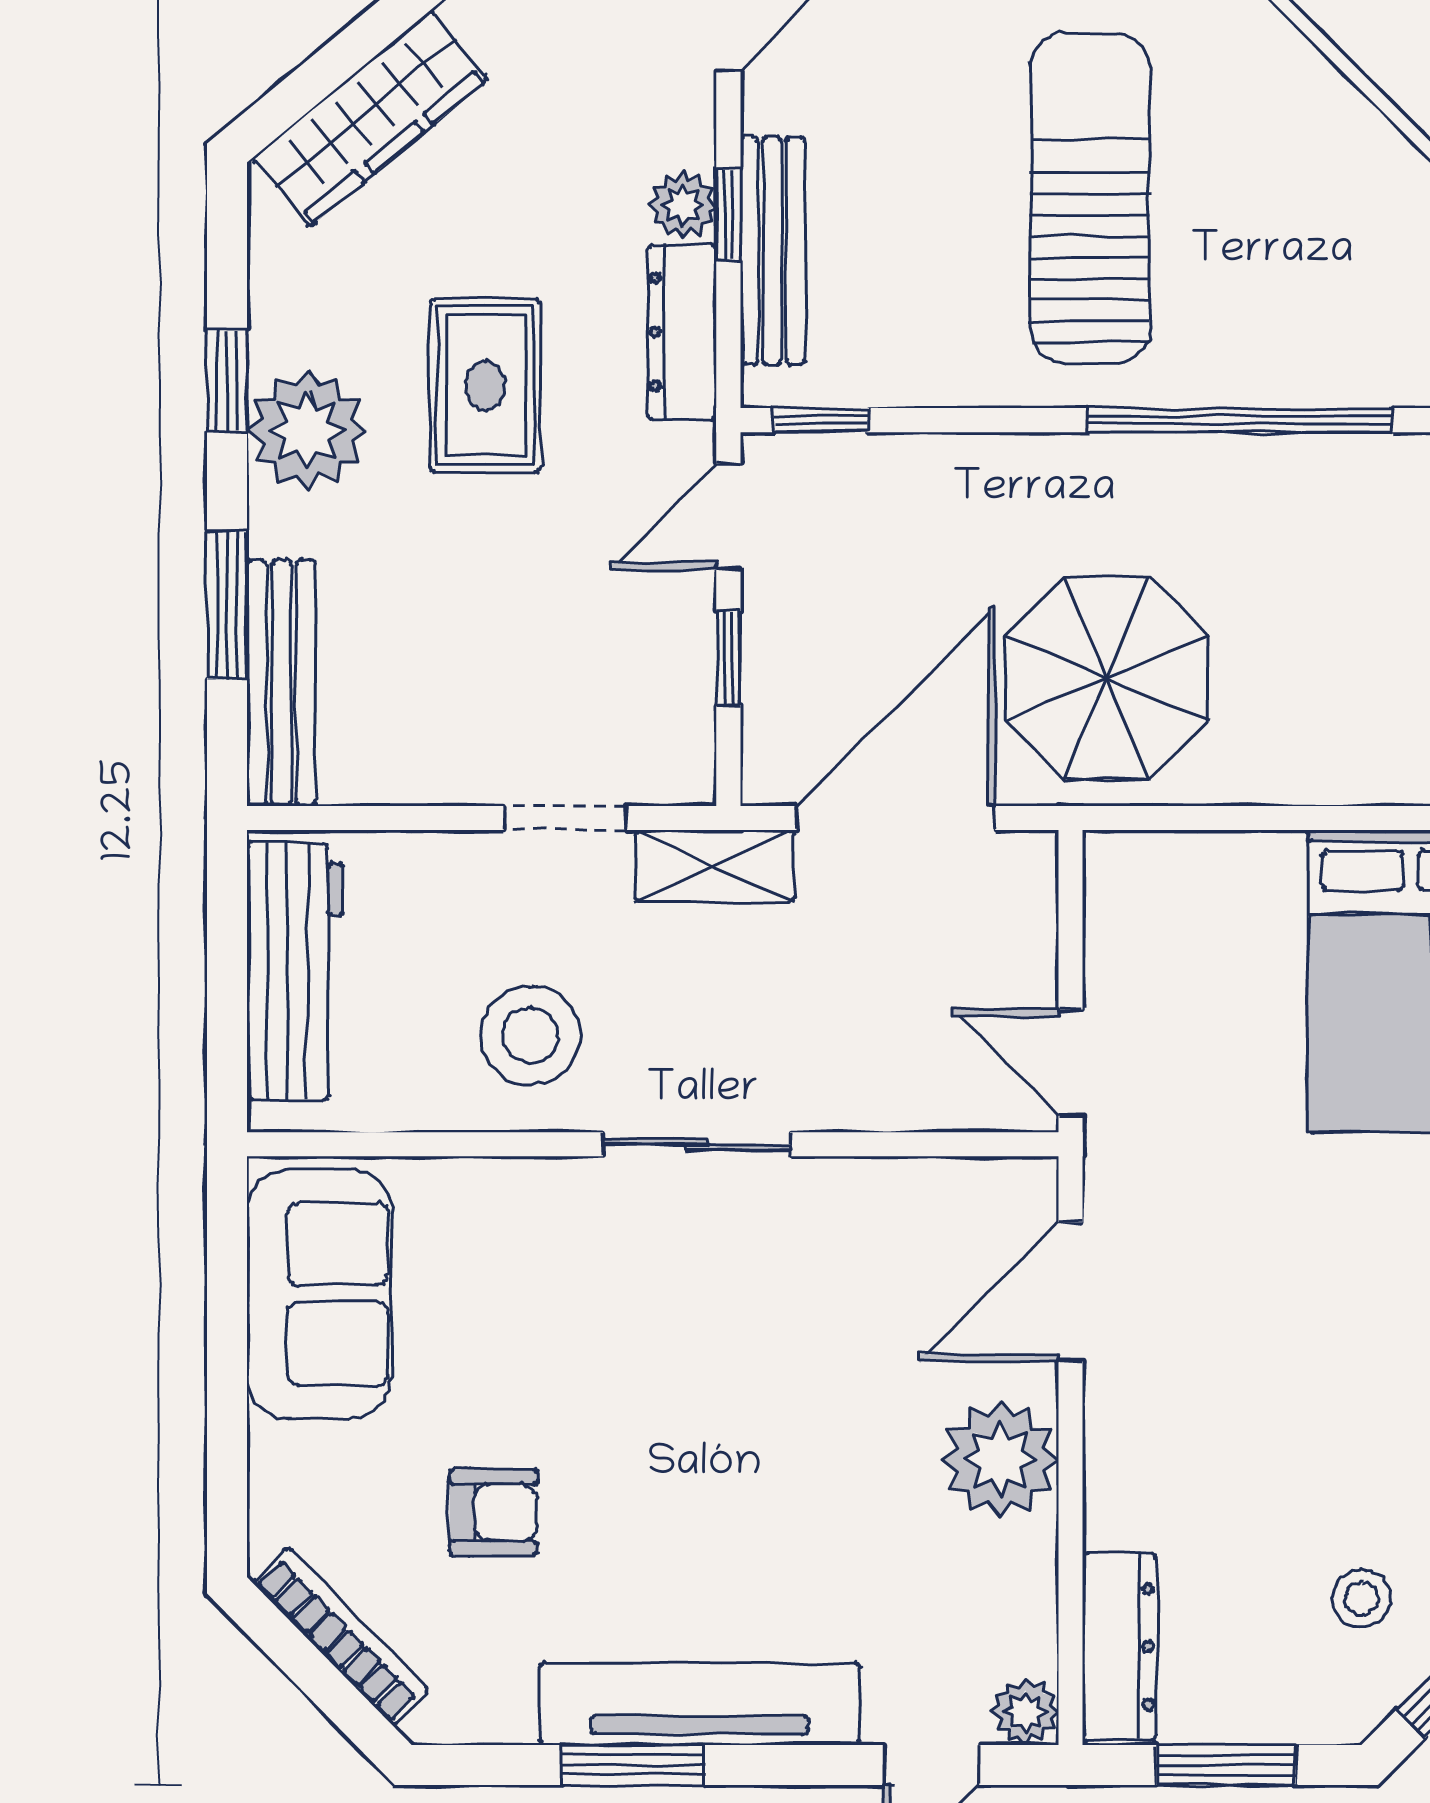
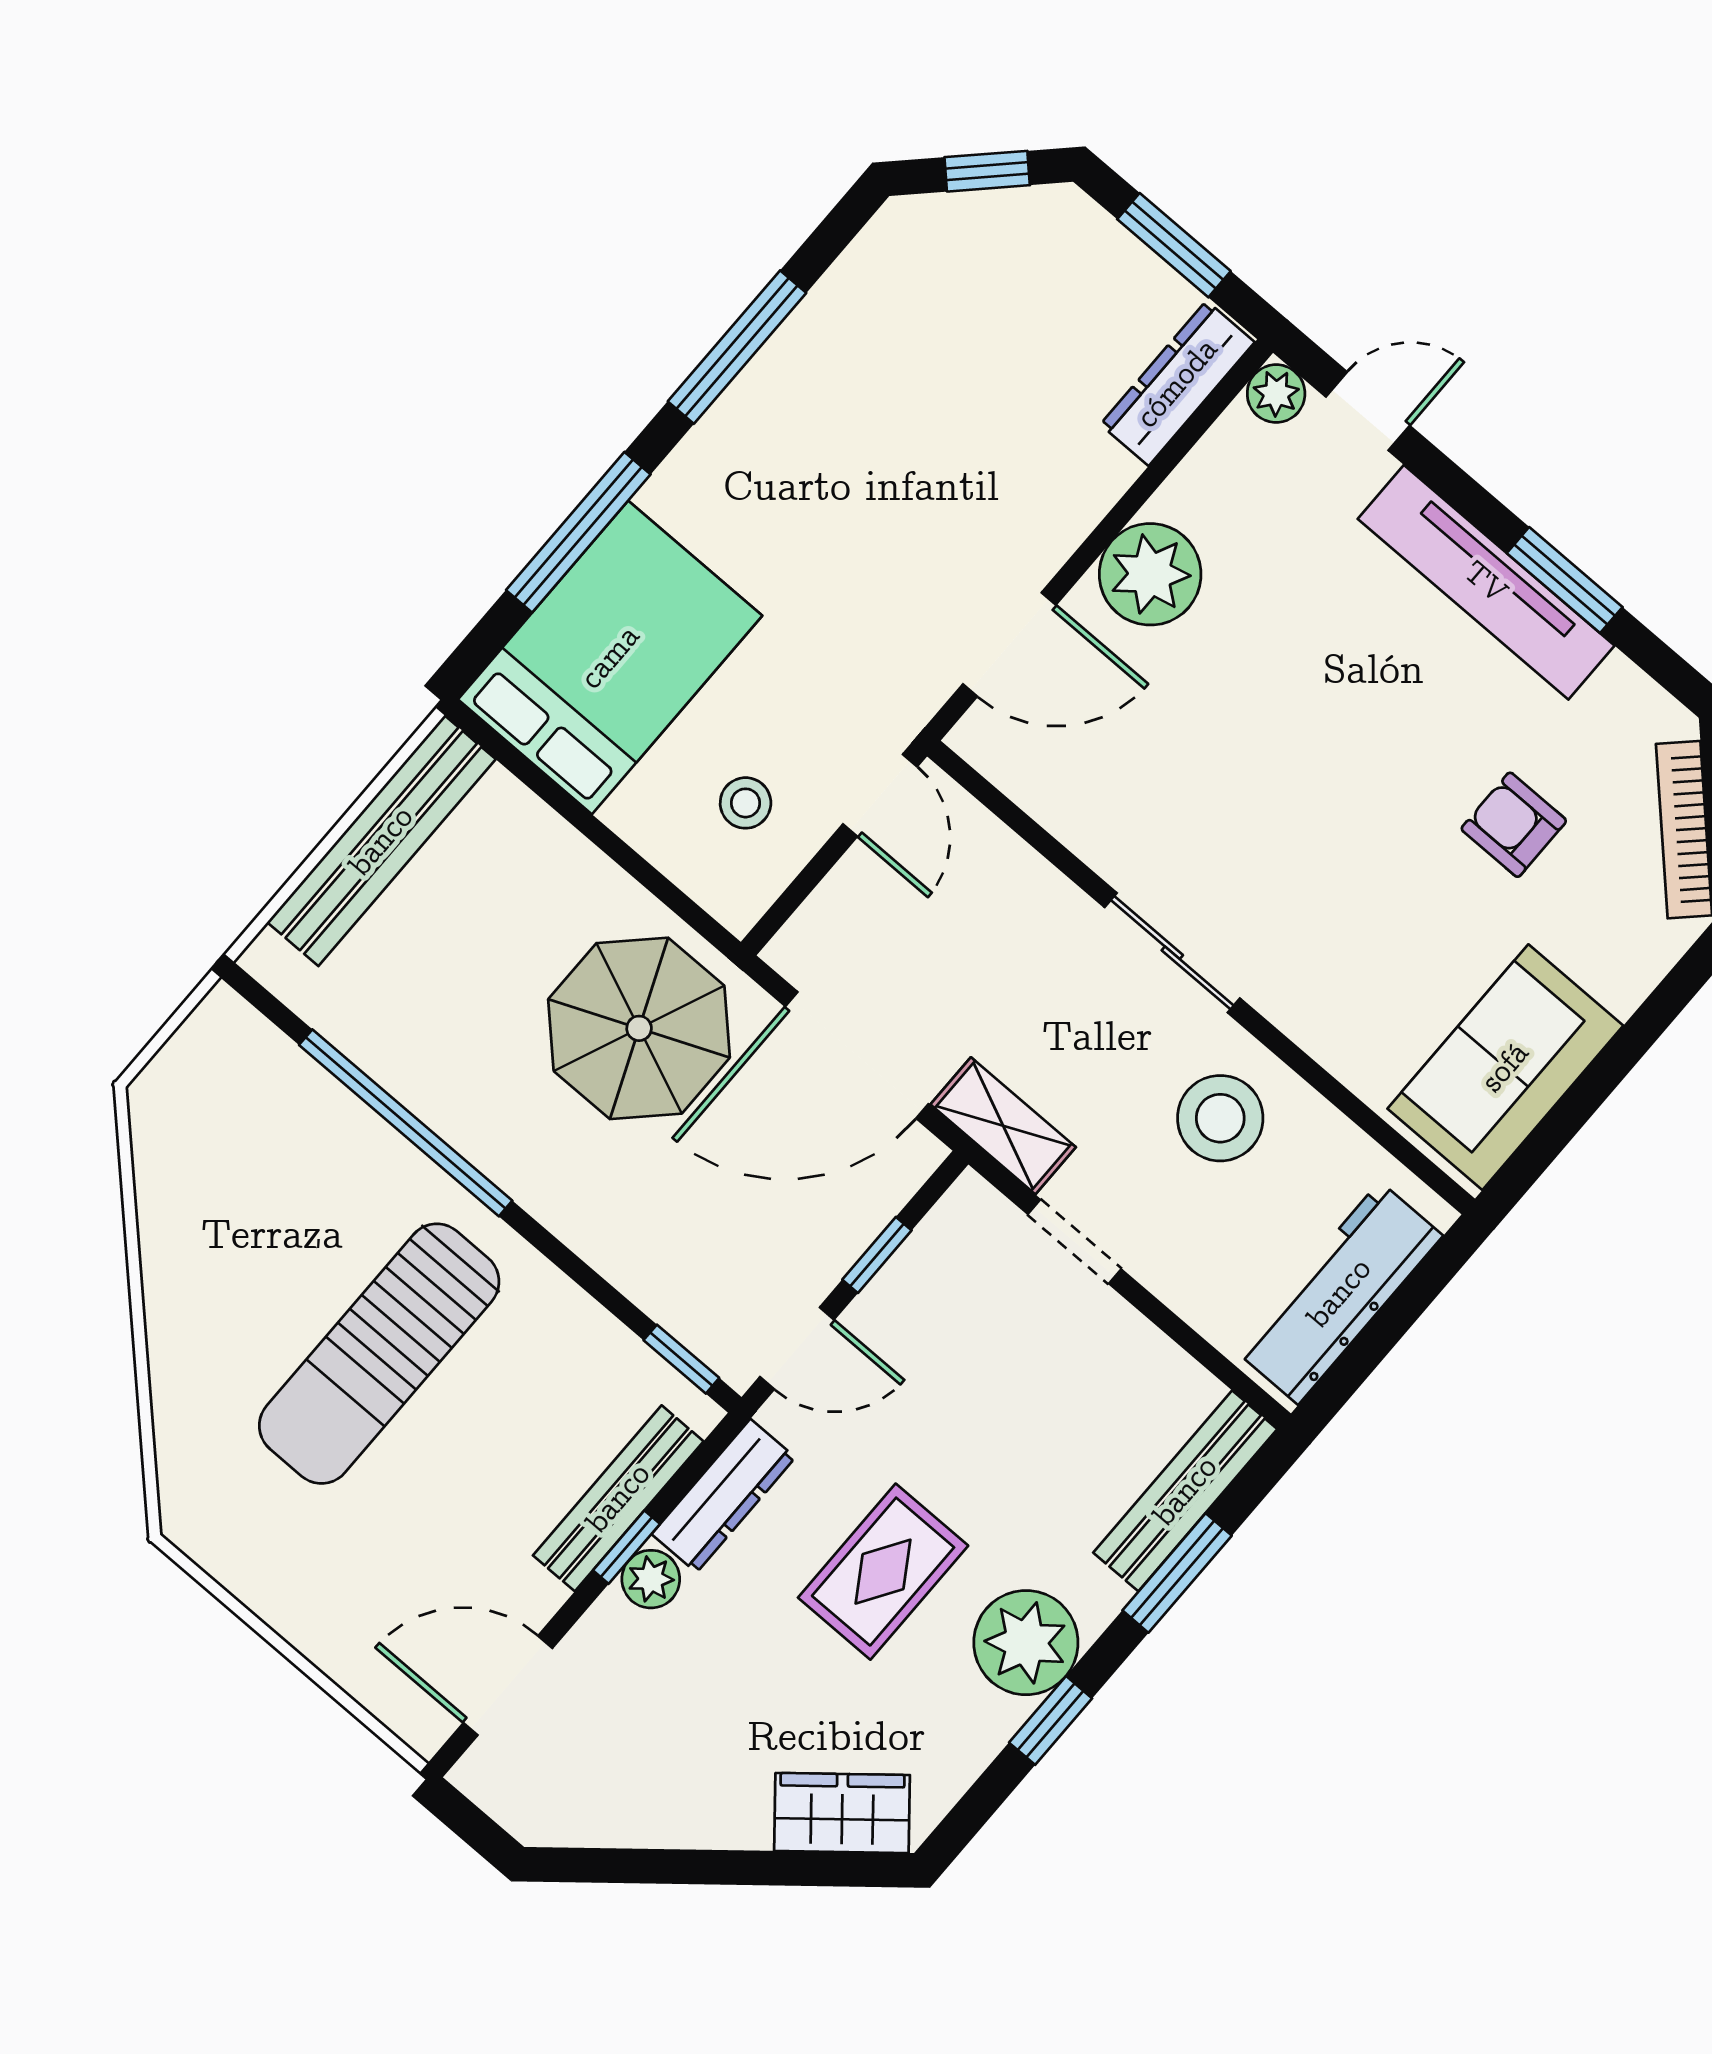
wardrobe: (370, 119) -> (842, 1813), width x0.67
stool: (1361, 1599) -> (746, 803), moved

